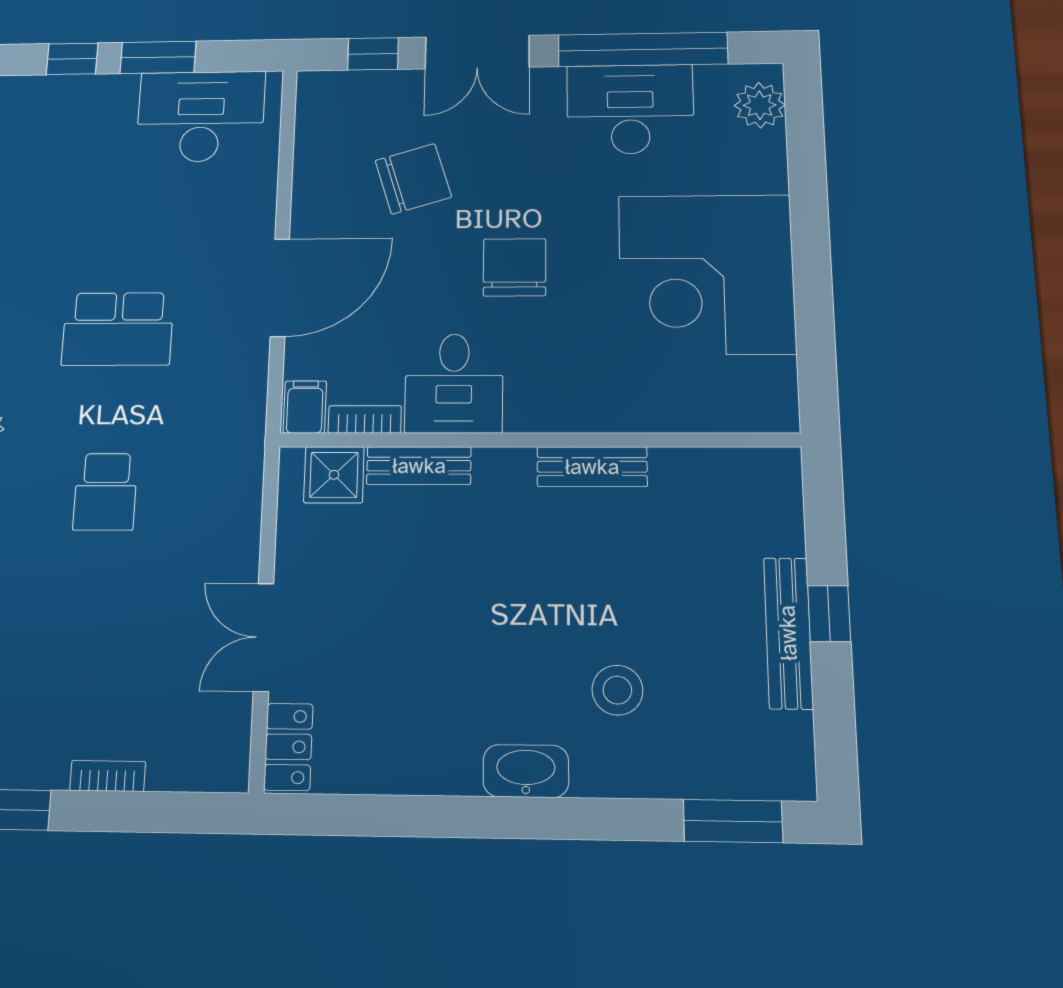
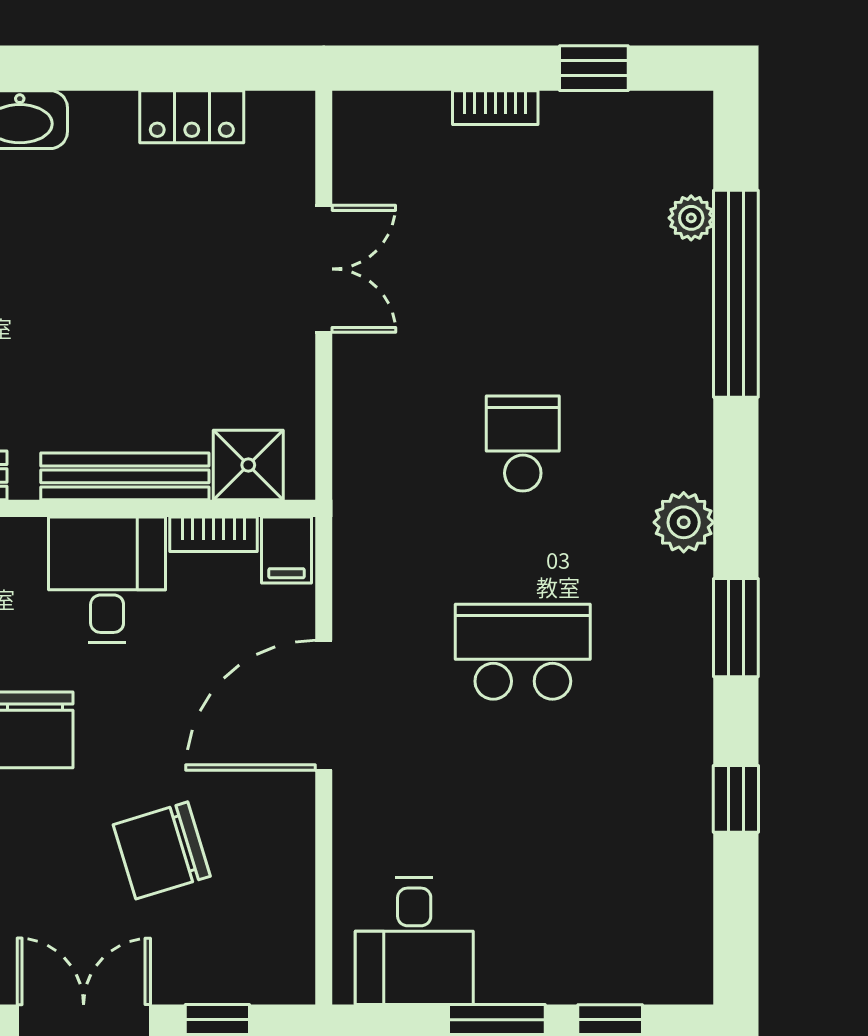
desk: (201, 116) -> (414, 941), width x0.73
bench: (419, 466) -> (125, 476), width x1.36
locker: (288, 747) -> (192, 117), moved, turned -90

